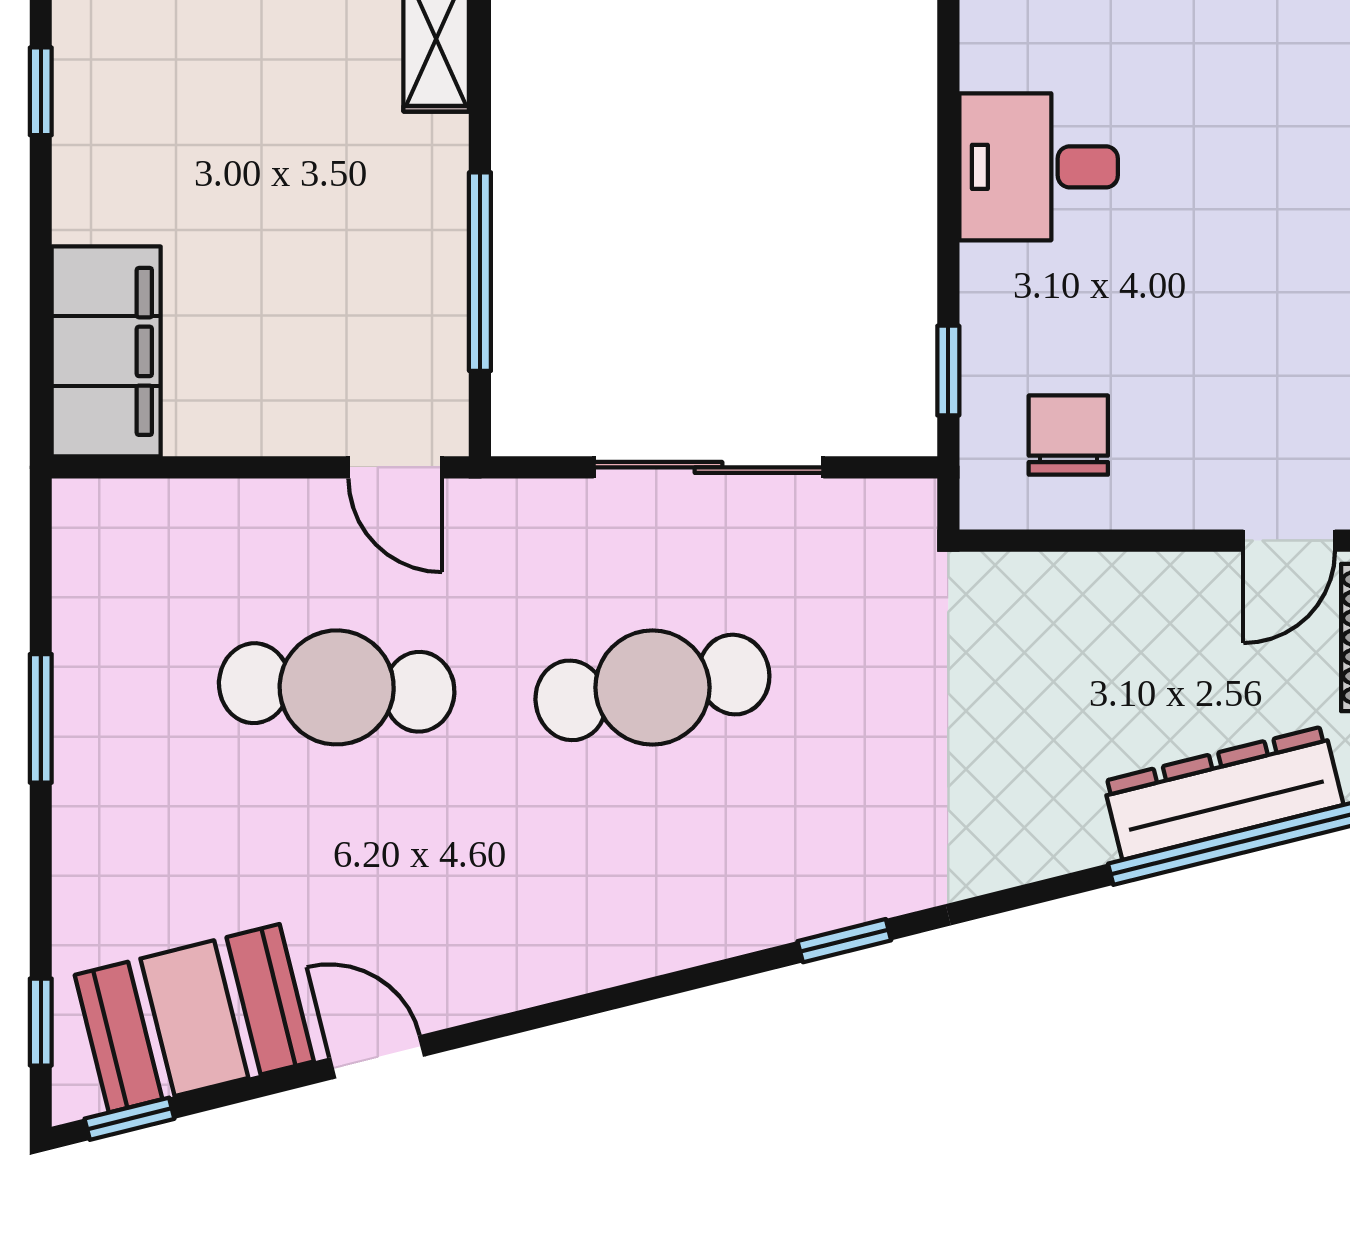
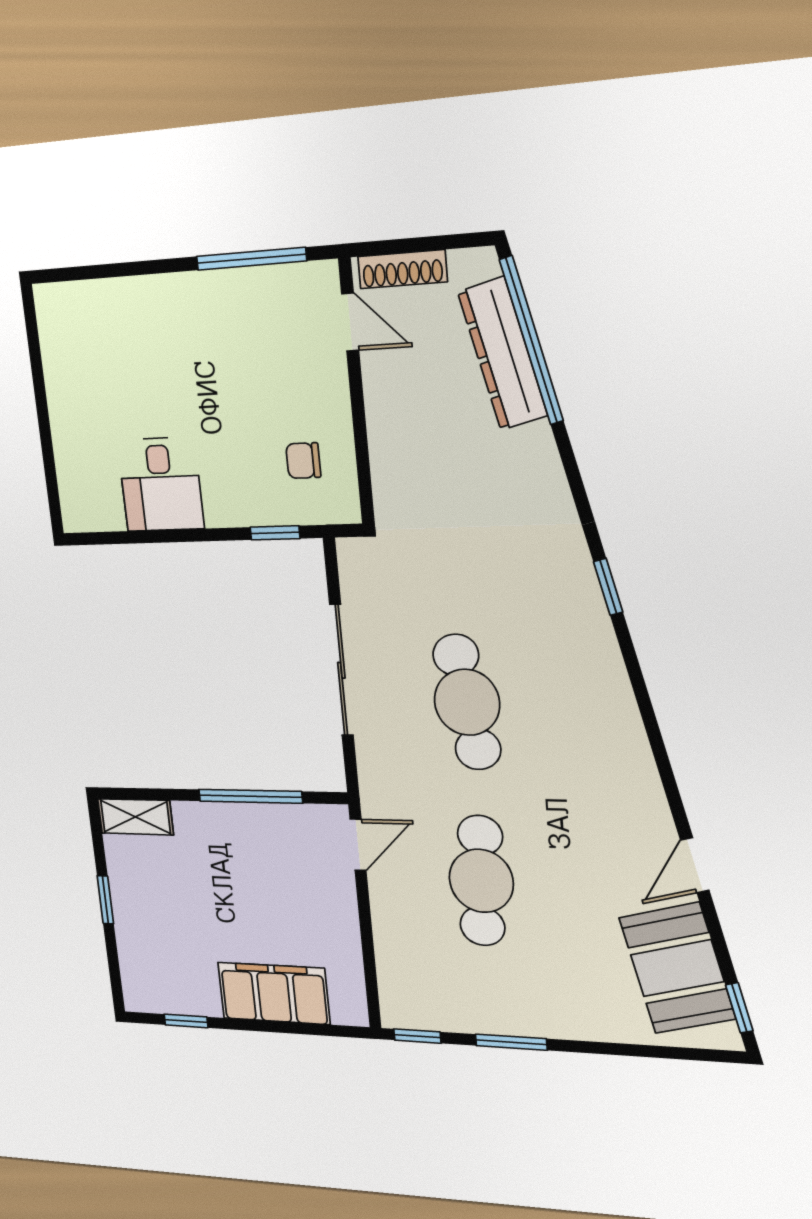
filing cabinet: (106, 351) -> (274, 993), moved
chair: (1068, 435) -> (303, 461), width x0.73, depth x0.73
window: (41, 1022) -> (417, 1036), moved

